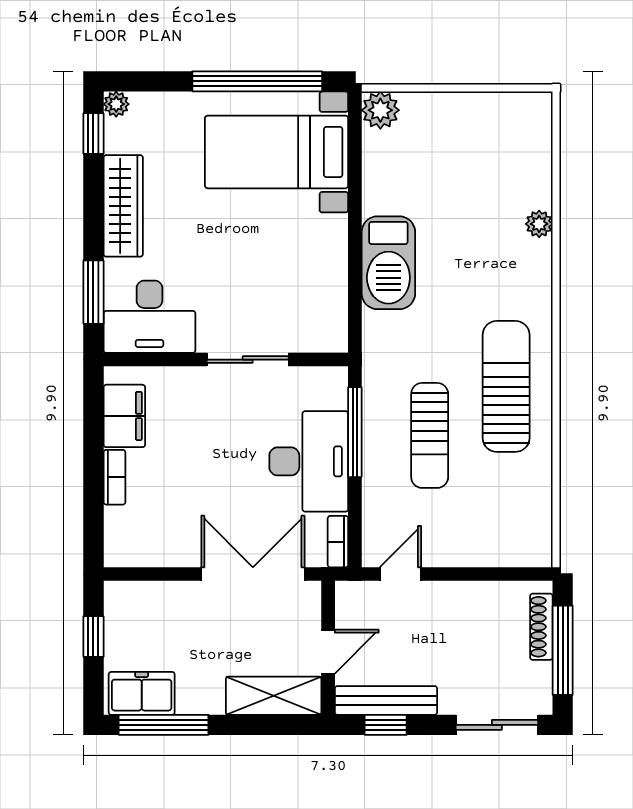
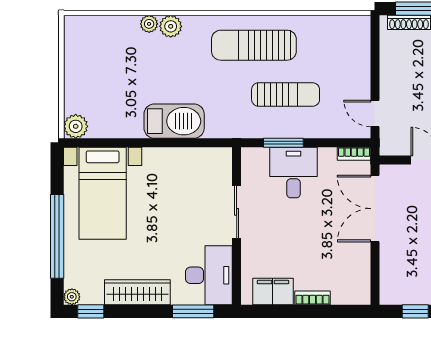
window: (257, 81) -> (57, 236), moved
plant: (535, 257) -> (171, 26), added
window: (355, 432) -> (283, 143), width x0.69
desk: (309, 461) -> (293, 173), width x0.73

